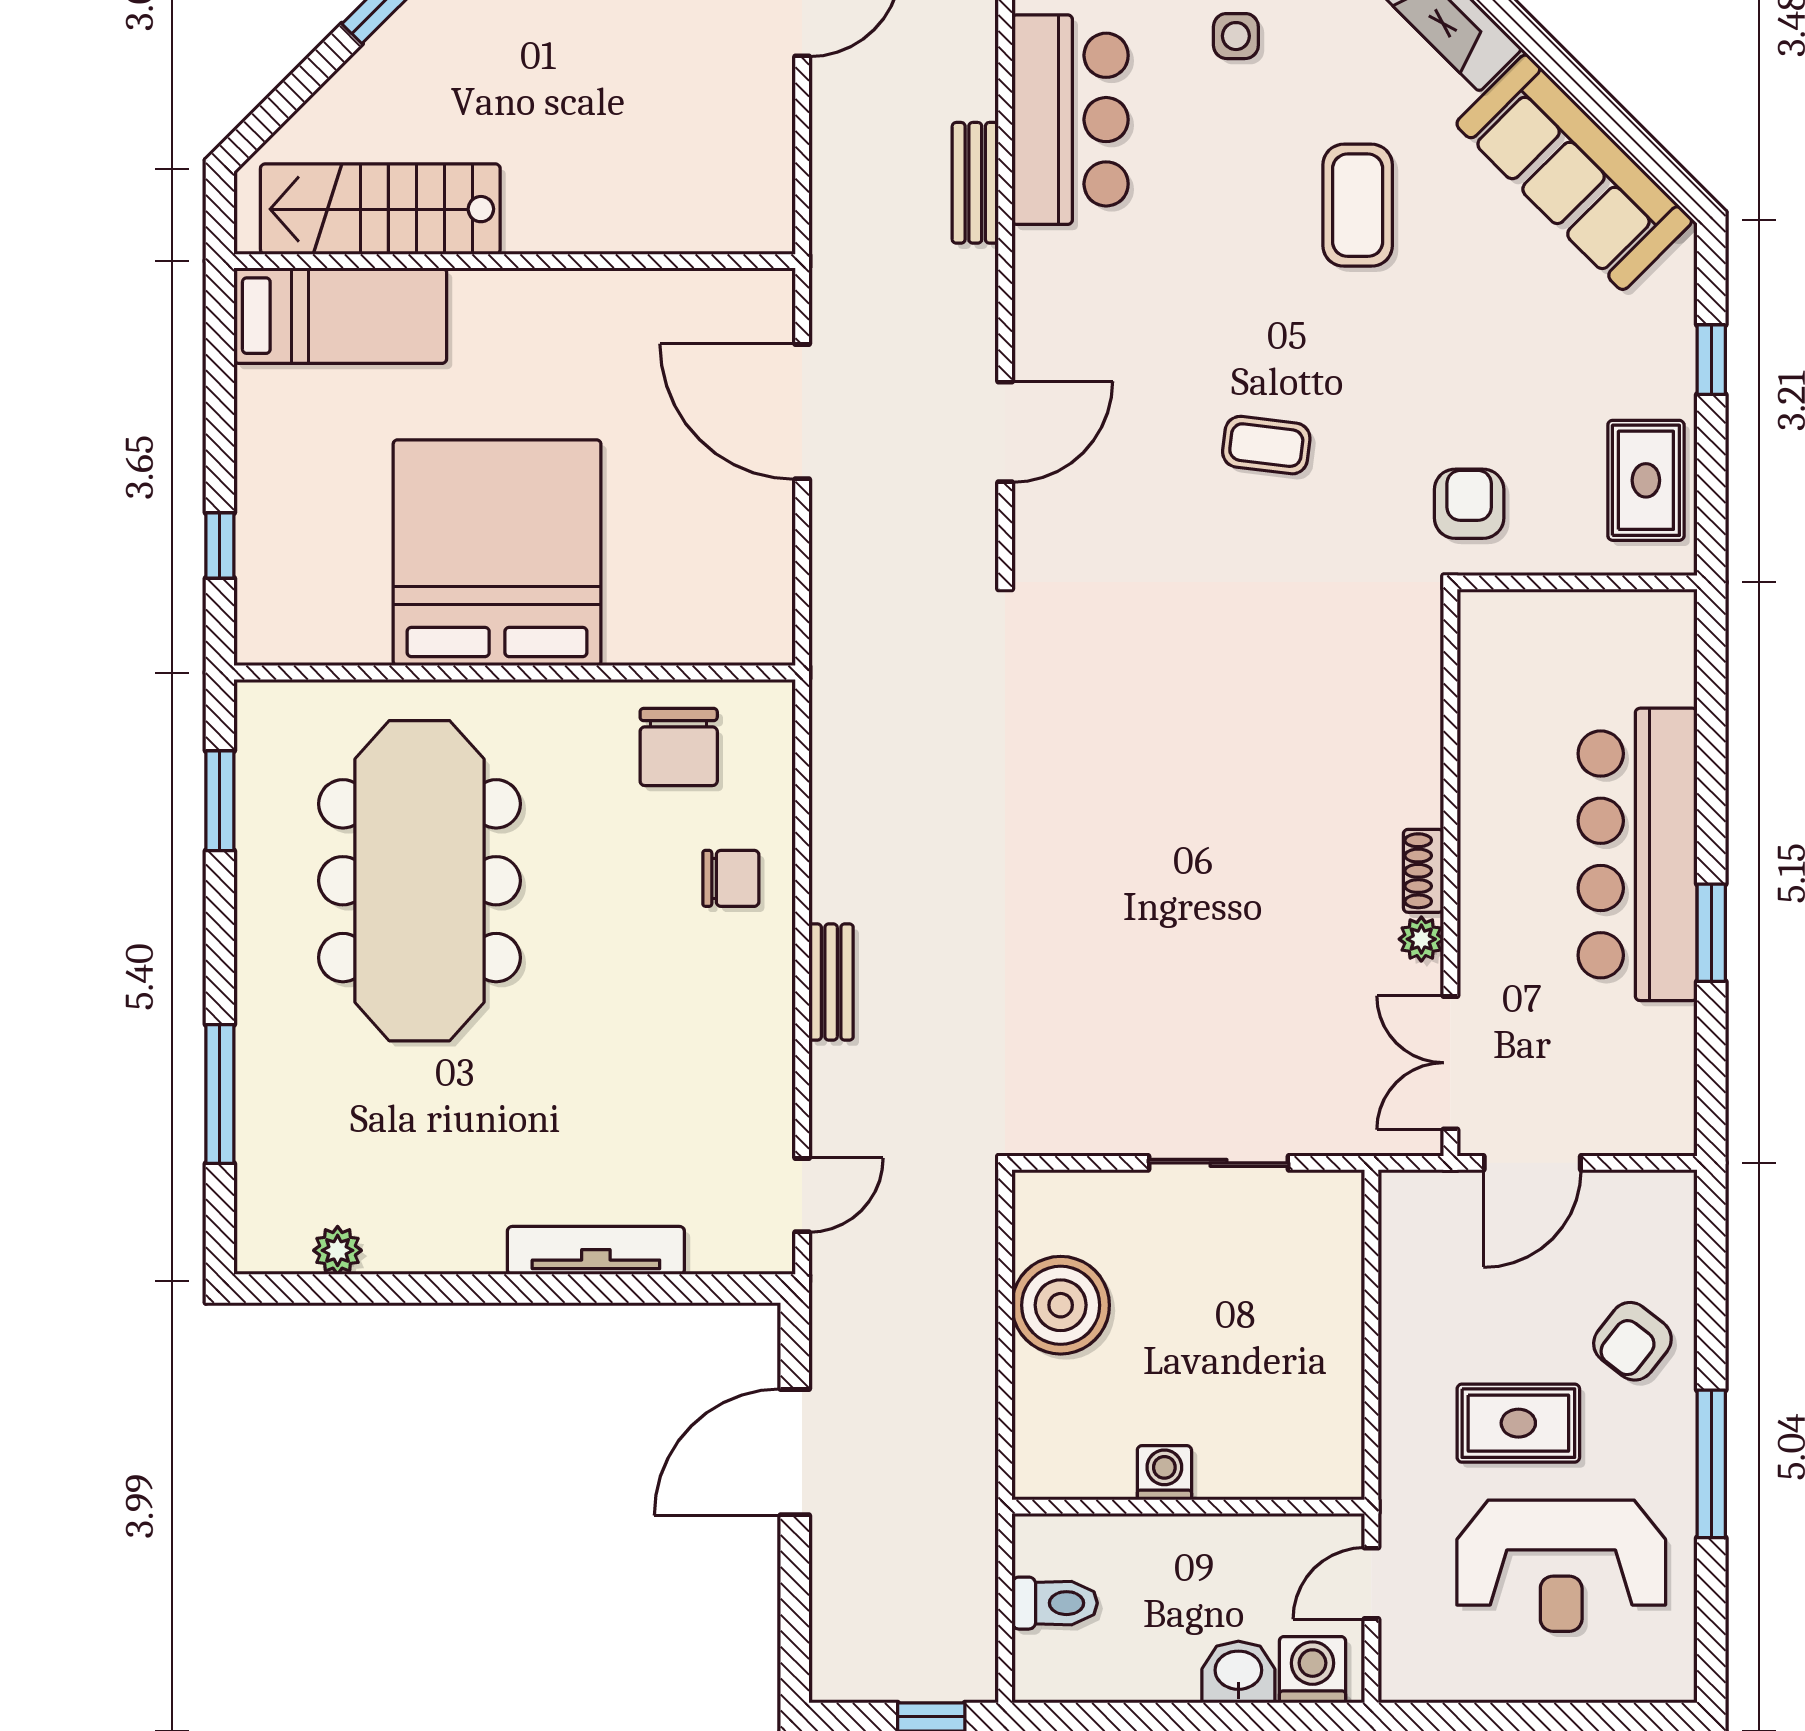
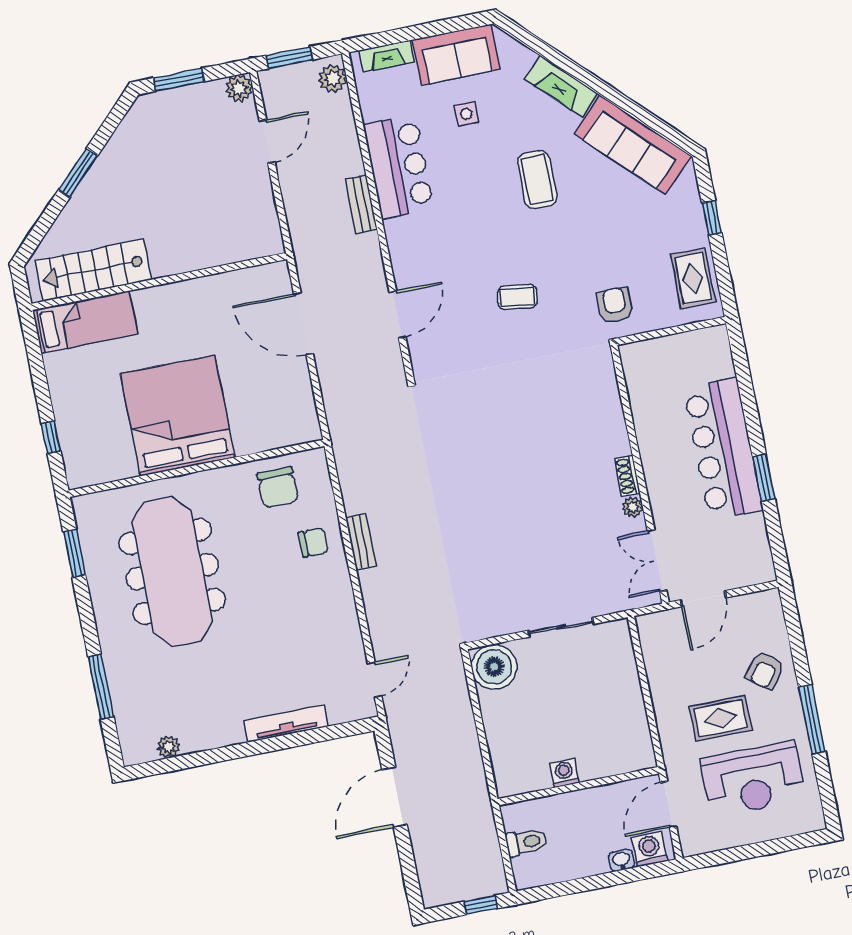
bench: (831, 982) -> (361, 542), moved
boiler: (1061, 1305) -> (494, 667), moved
door: (1371, 1583) -> (668, 804), width x1.38
washbasin: (1238, 1672) -> (622, 860), width x0.72, depth x0.69

